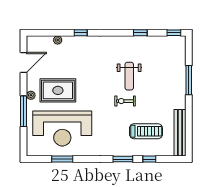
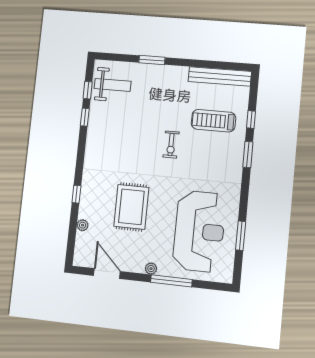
window: (174, 33) -> (88, 90), moved
weight bench: (129, 76) -> (113, 85), moved
window: (189, 80) -> (152, 60), width x0.69
rug: (58, 90) -> (131, 207), moved
treadmill: (146, 131) -> (213, 121), turned -90

